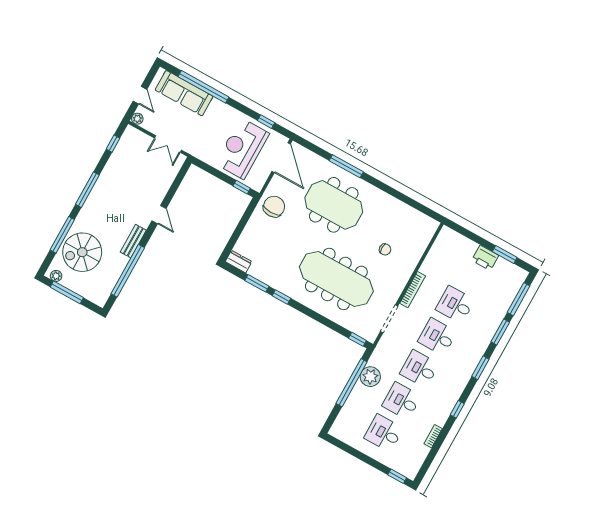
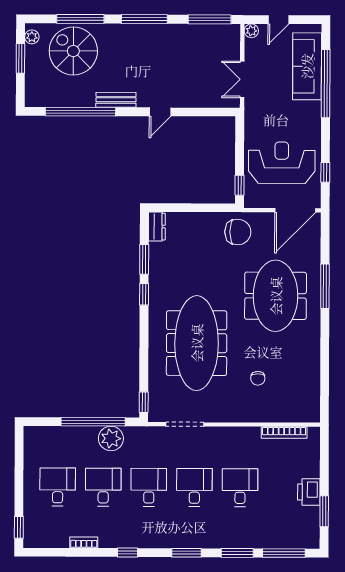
window: (113, 144) -> (210, 19), width x2.17
bookcase: (413, 290) -> (284, 433), moved
window: (67, 292) -> (20, 58), width x0.69

